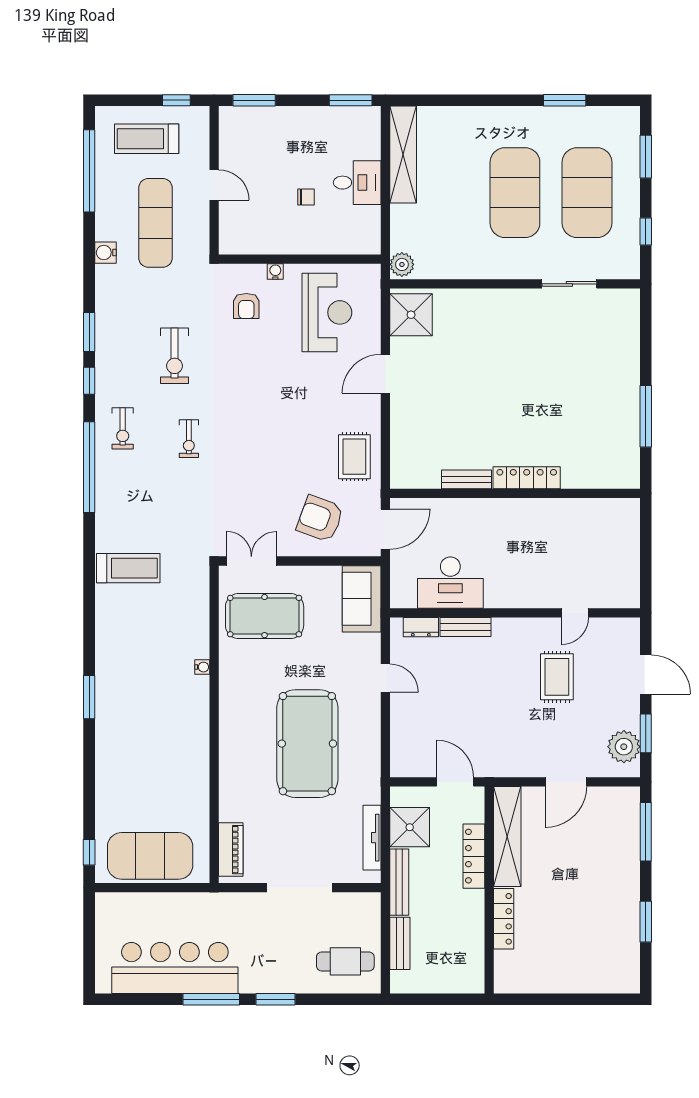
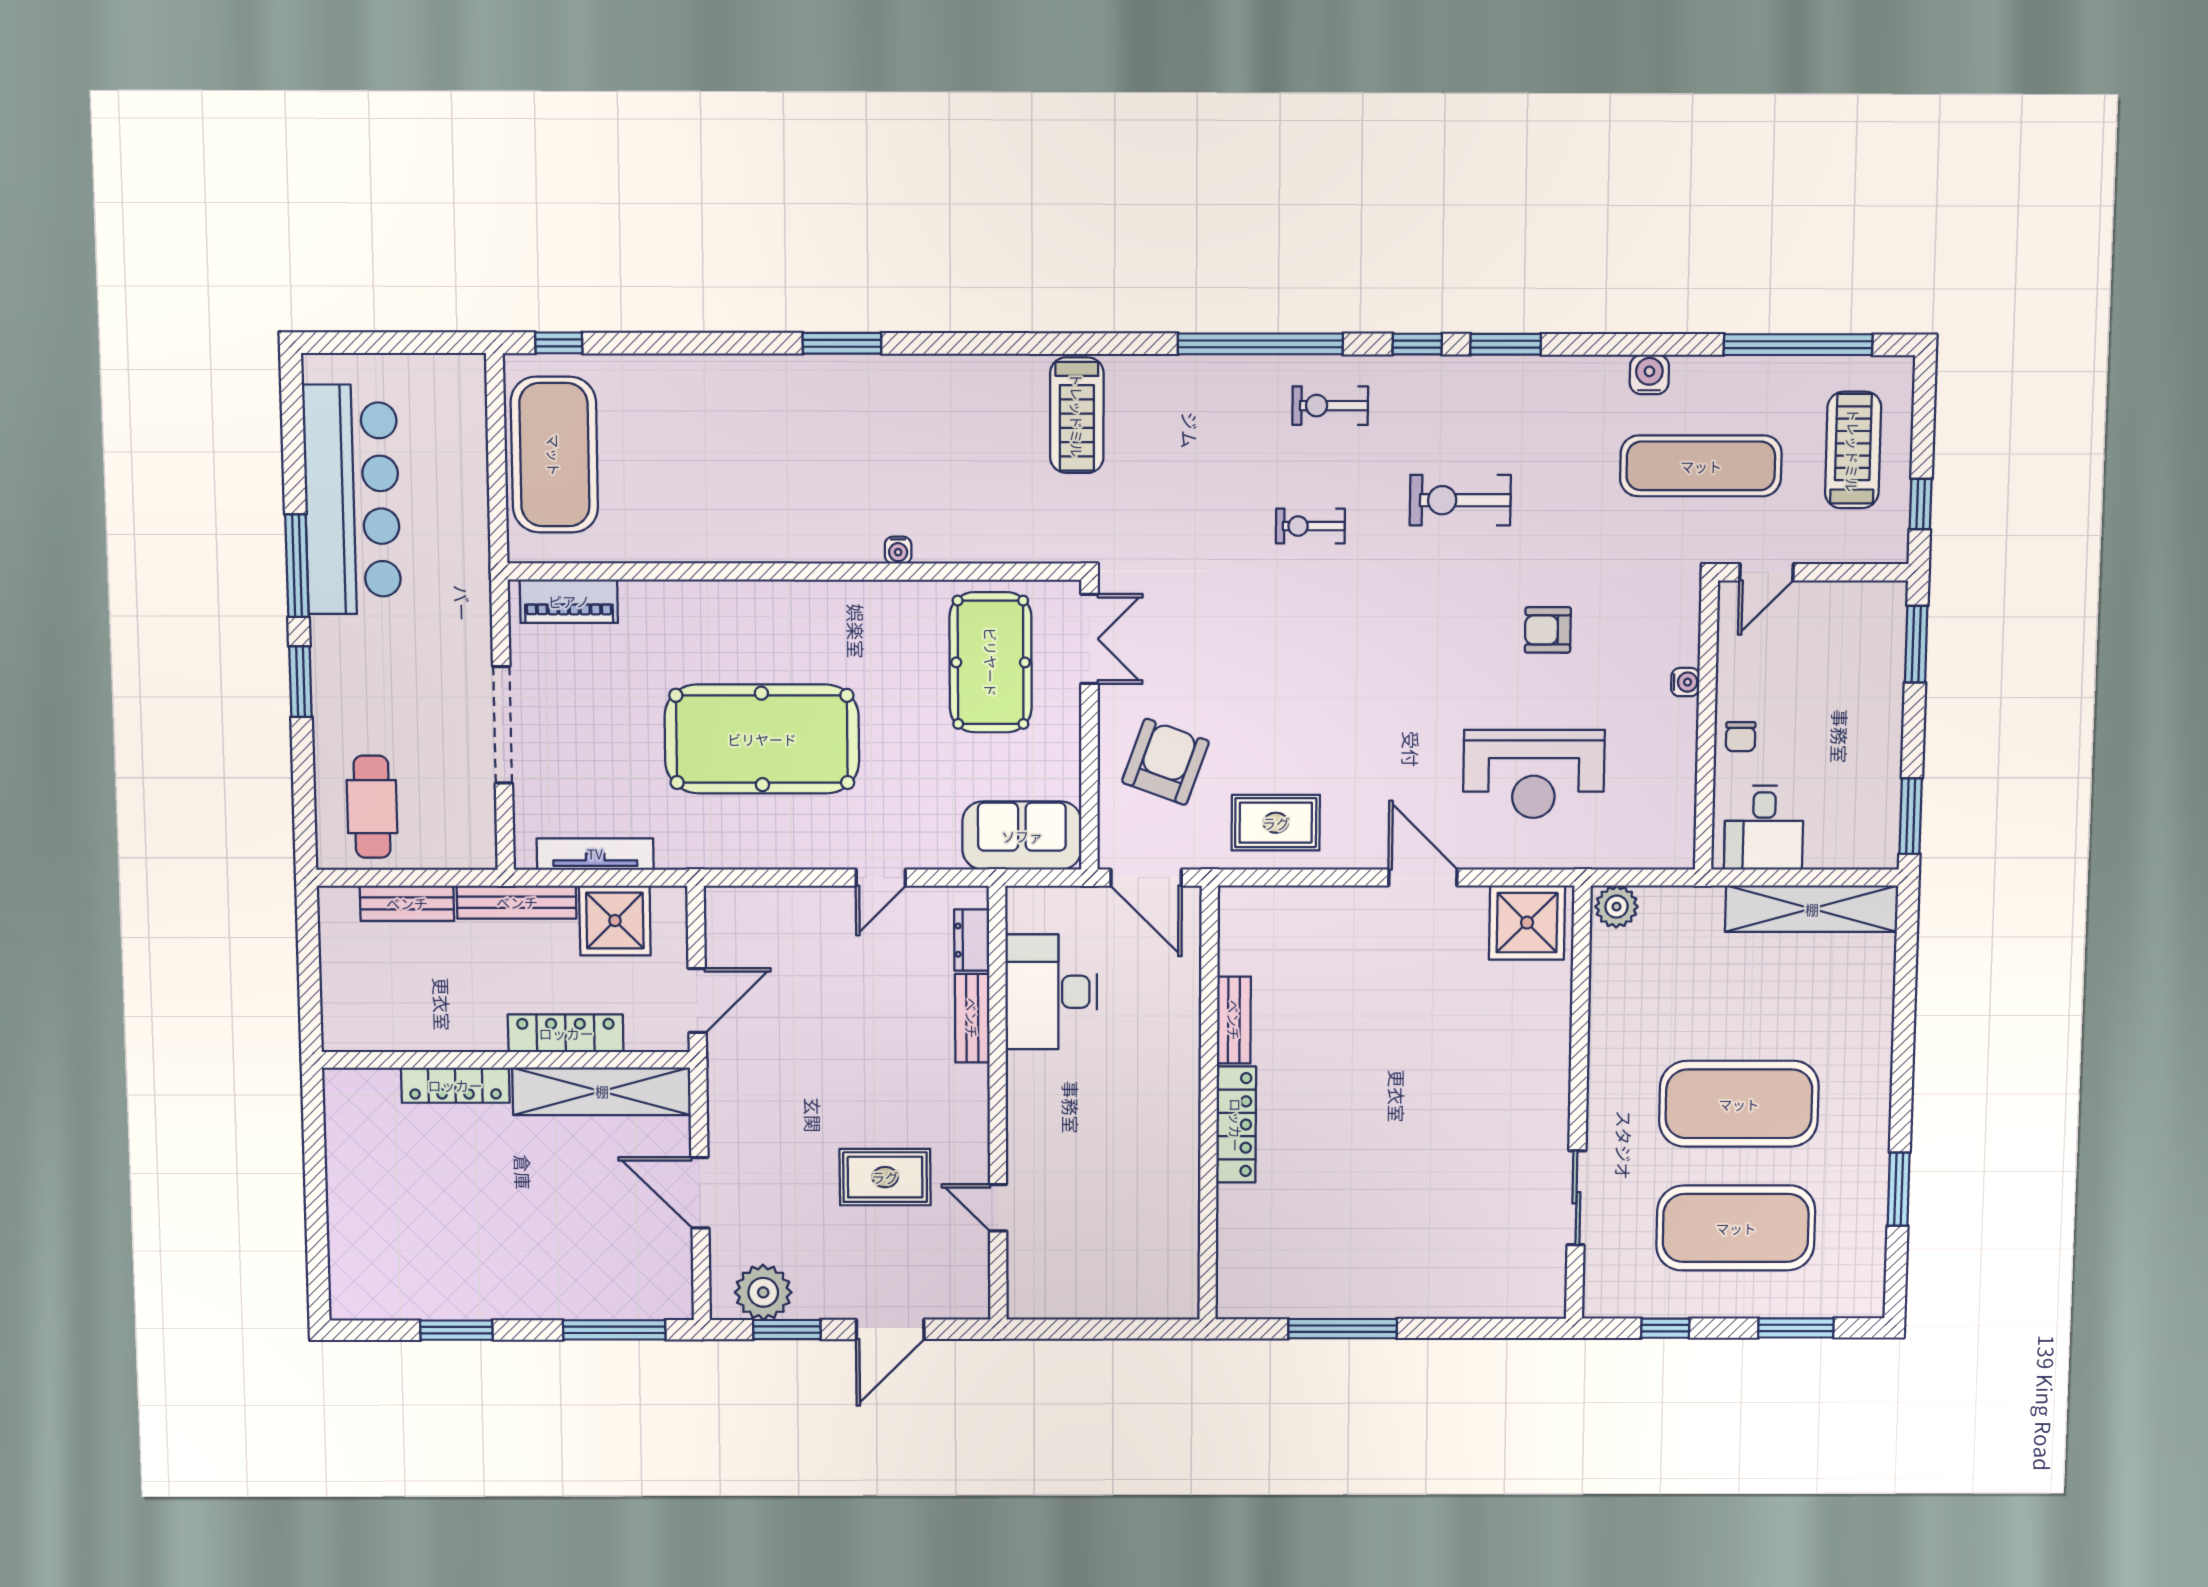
wall: (300, 259) -> (1706, 726), moved
water cooler: (275, 271) -> (1685, 682), moved

